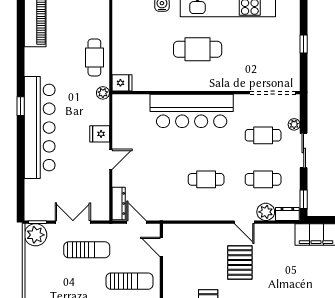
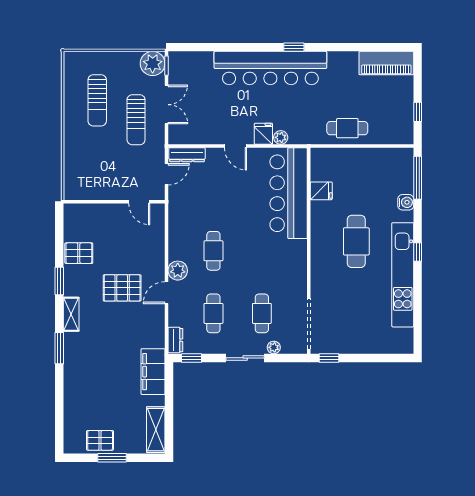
window: (304, 44) -> (329, 358), moved
fridge: (122, 83) -> (321, 191), moved, turned -90
plant: (103, 93) -> (281, 137), moved
bar counter: (192, 111) -> (289, 193), moved
plant: (266, 212) -> (178, 271), moved
door: (161, 247) -> (139, 202), swing flipped
sun lounger: (129, 281) -> (97, 100), moved

